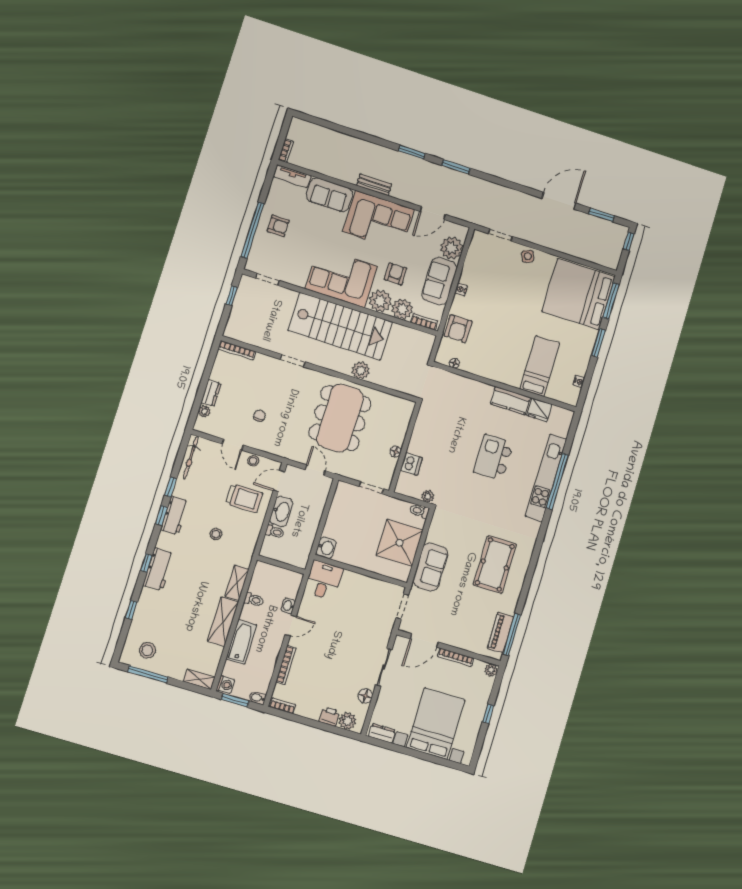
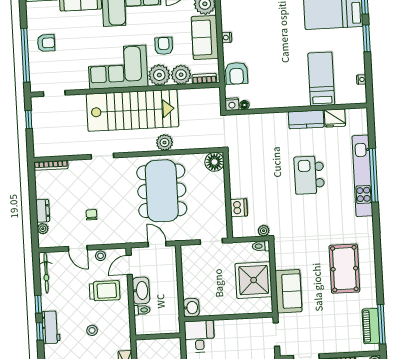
nightstand: (442, 358) -> (232, 104), added
floor lamp: (396, 452) -> (214, 162), moved, width x1.89, depth x1.89

